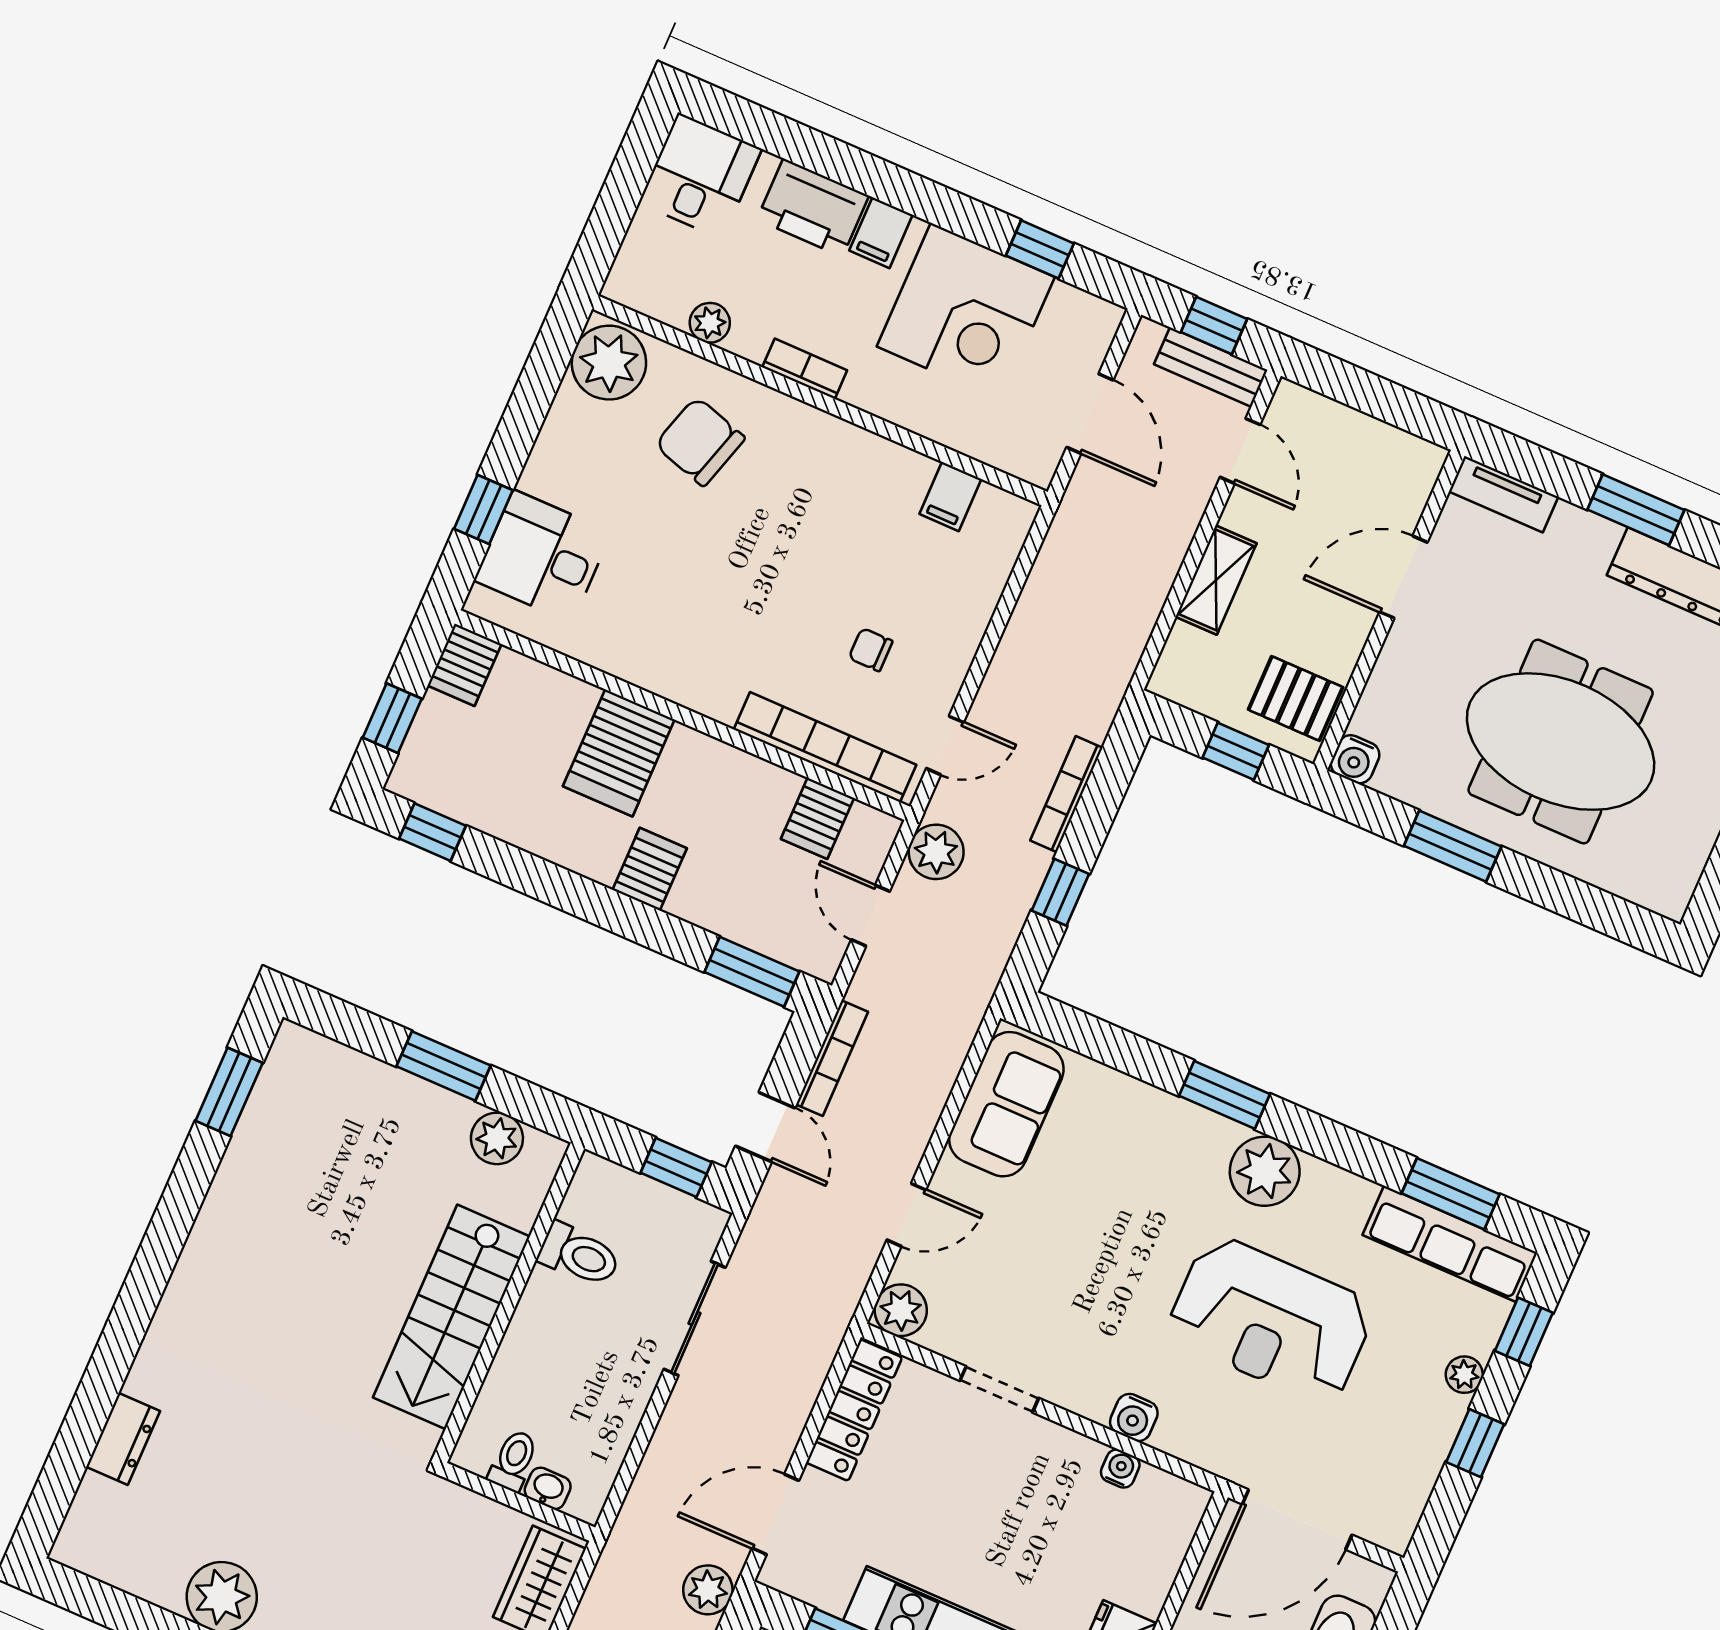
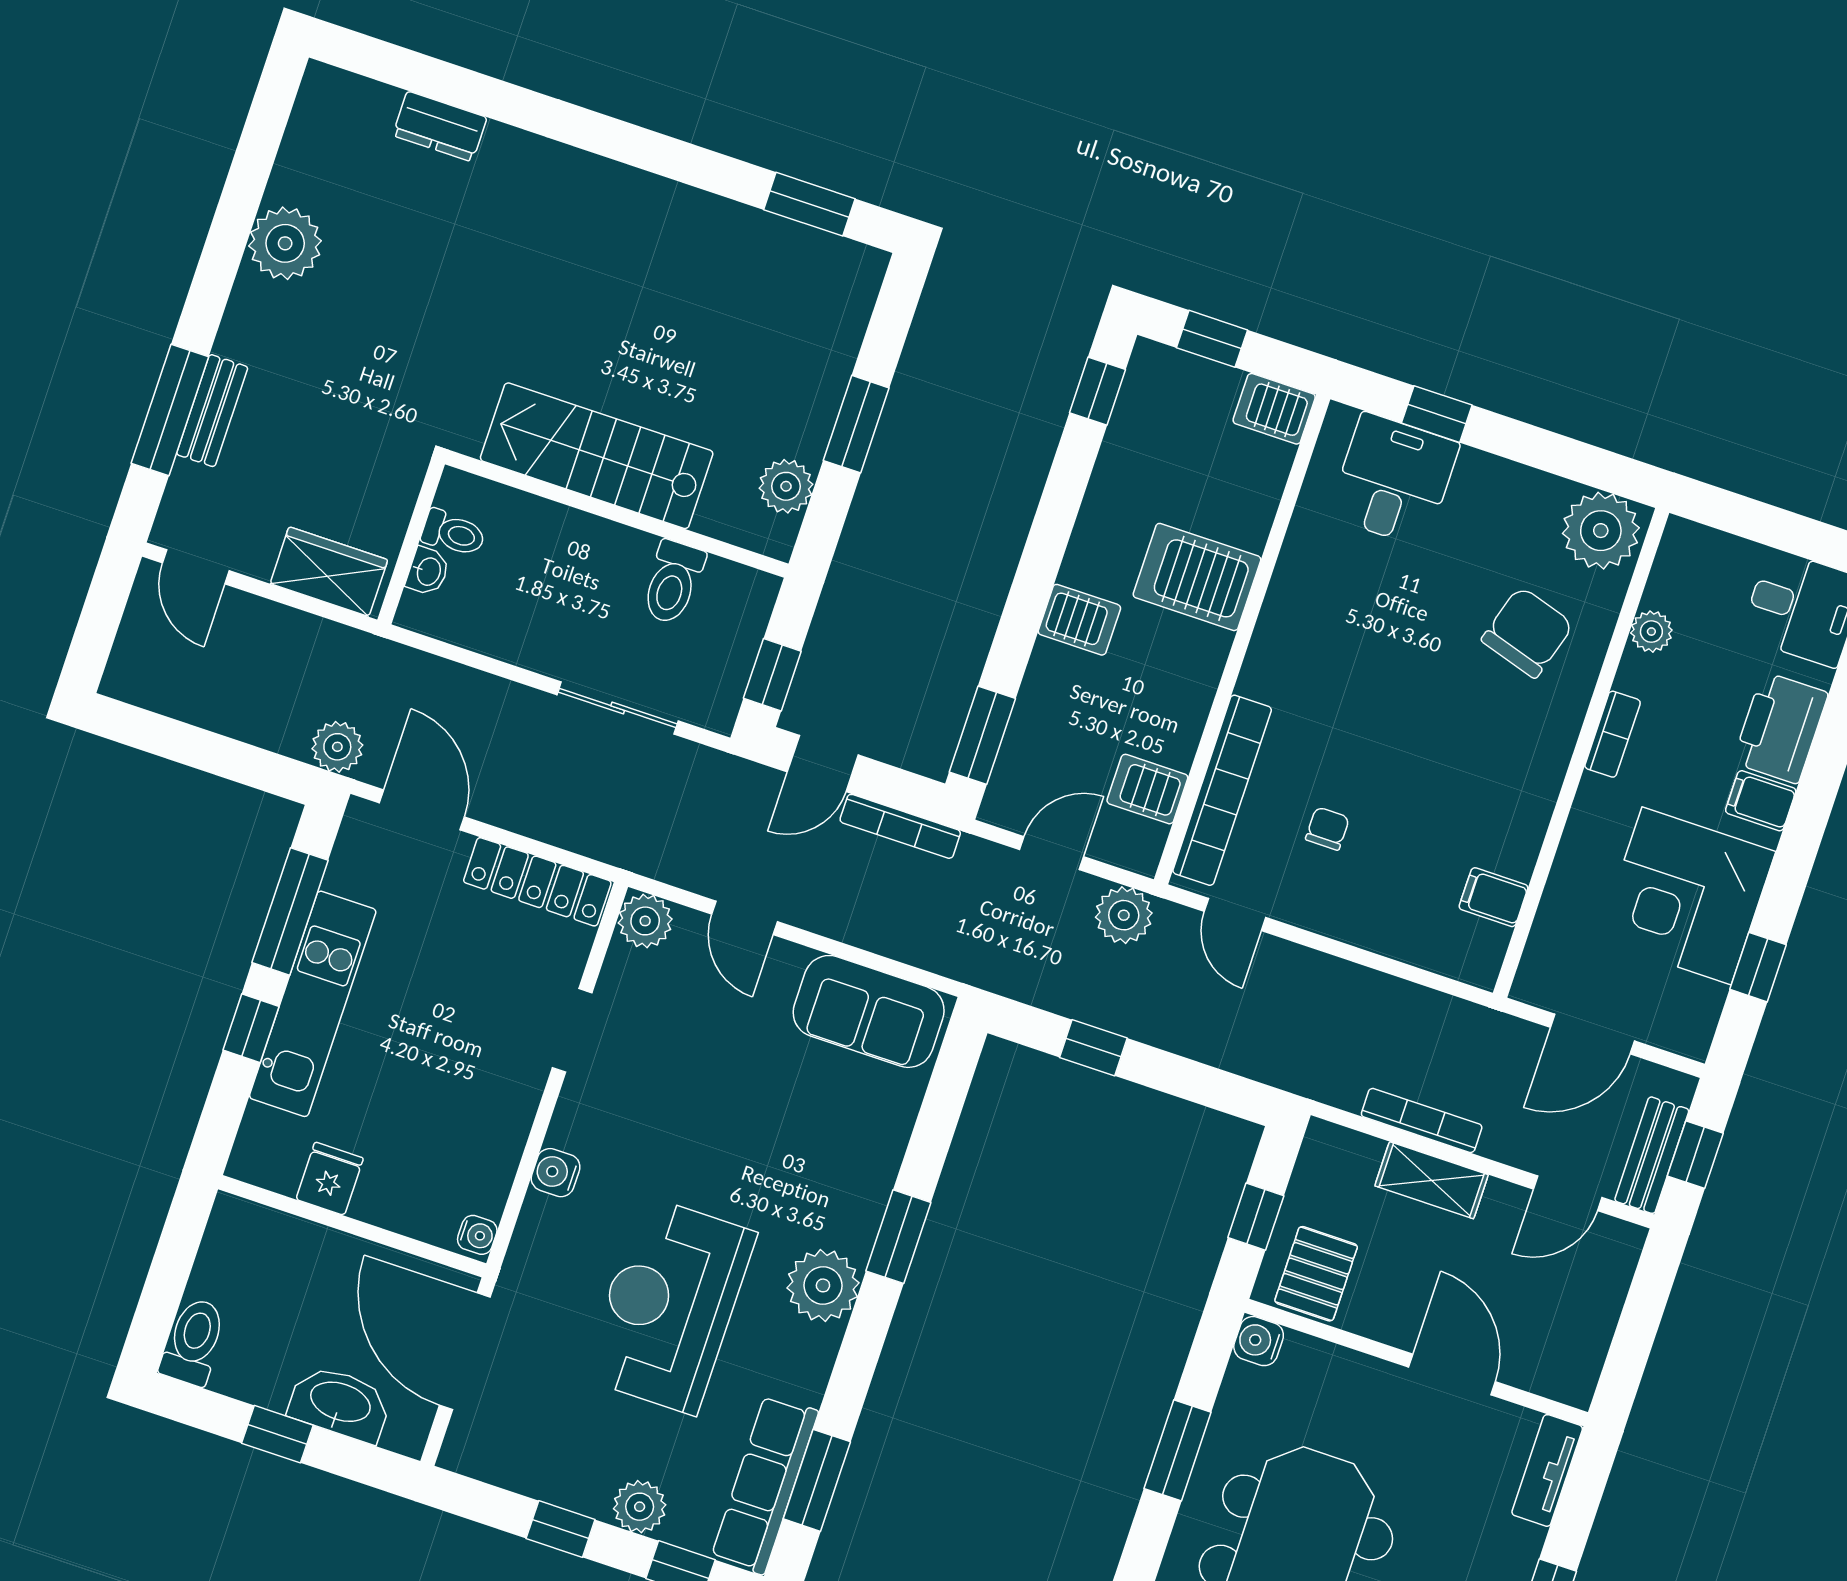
bookcase: (1066, 794) -> (1422, 1121), moved
plant: (1464, 1375) -> (640, 1507), width x1.38, depth x1.38
water cooler: (1120, 1469) -> (477, 1235), moved

